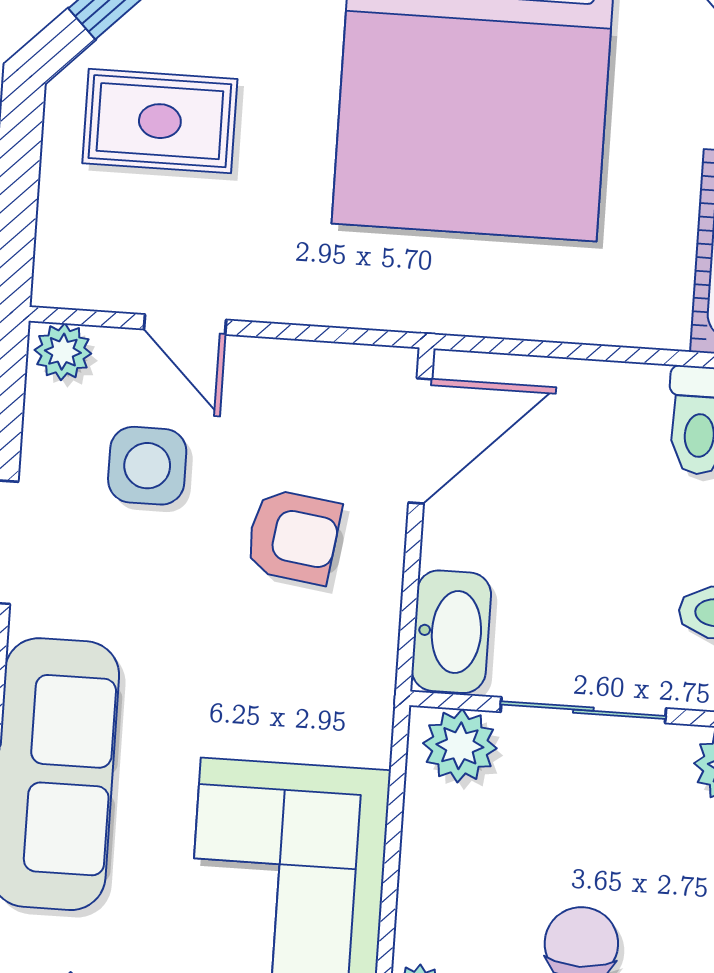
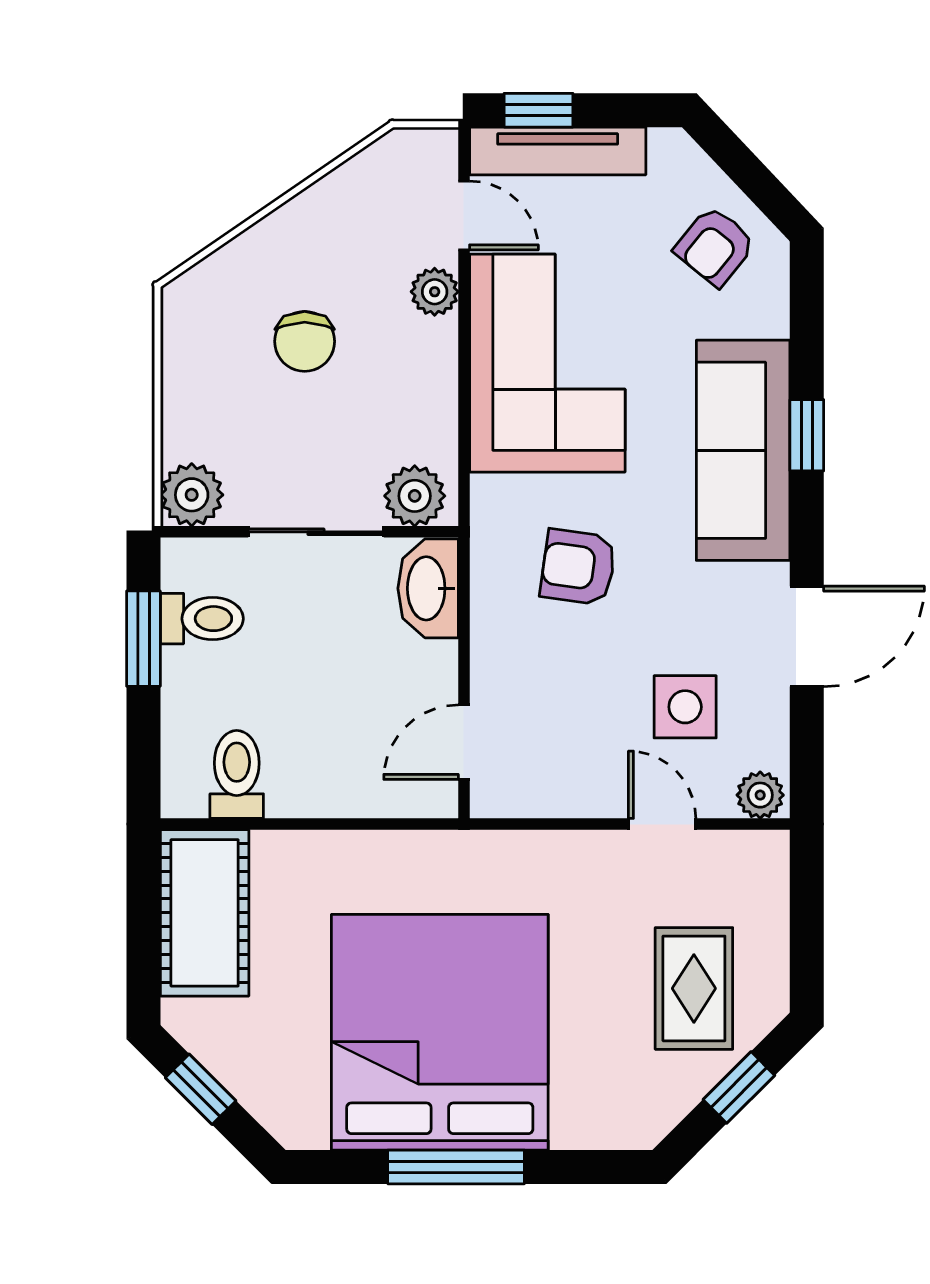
rug: (160, 121) -> (694, 988), turned 90
door: (420, 441) -> (464, 742), width x0.73
armchair: (293, 537) -> (578, 567), moved

